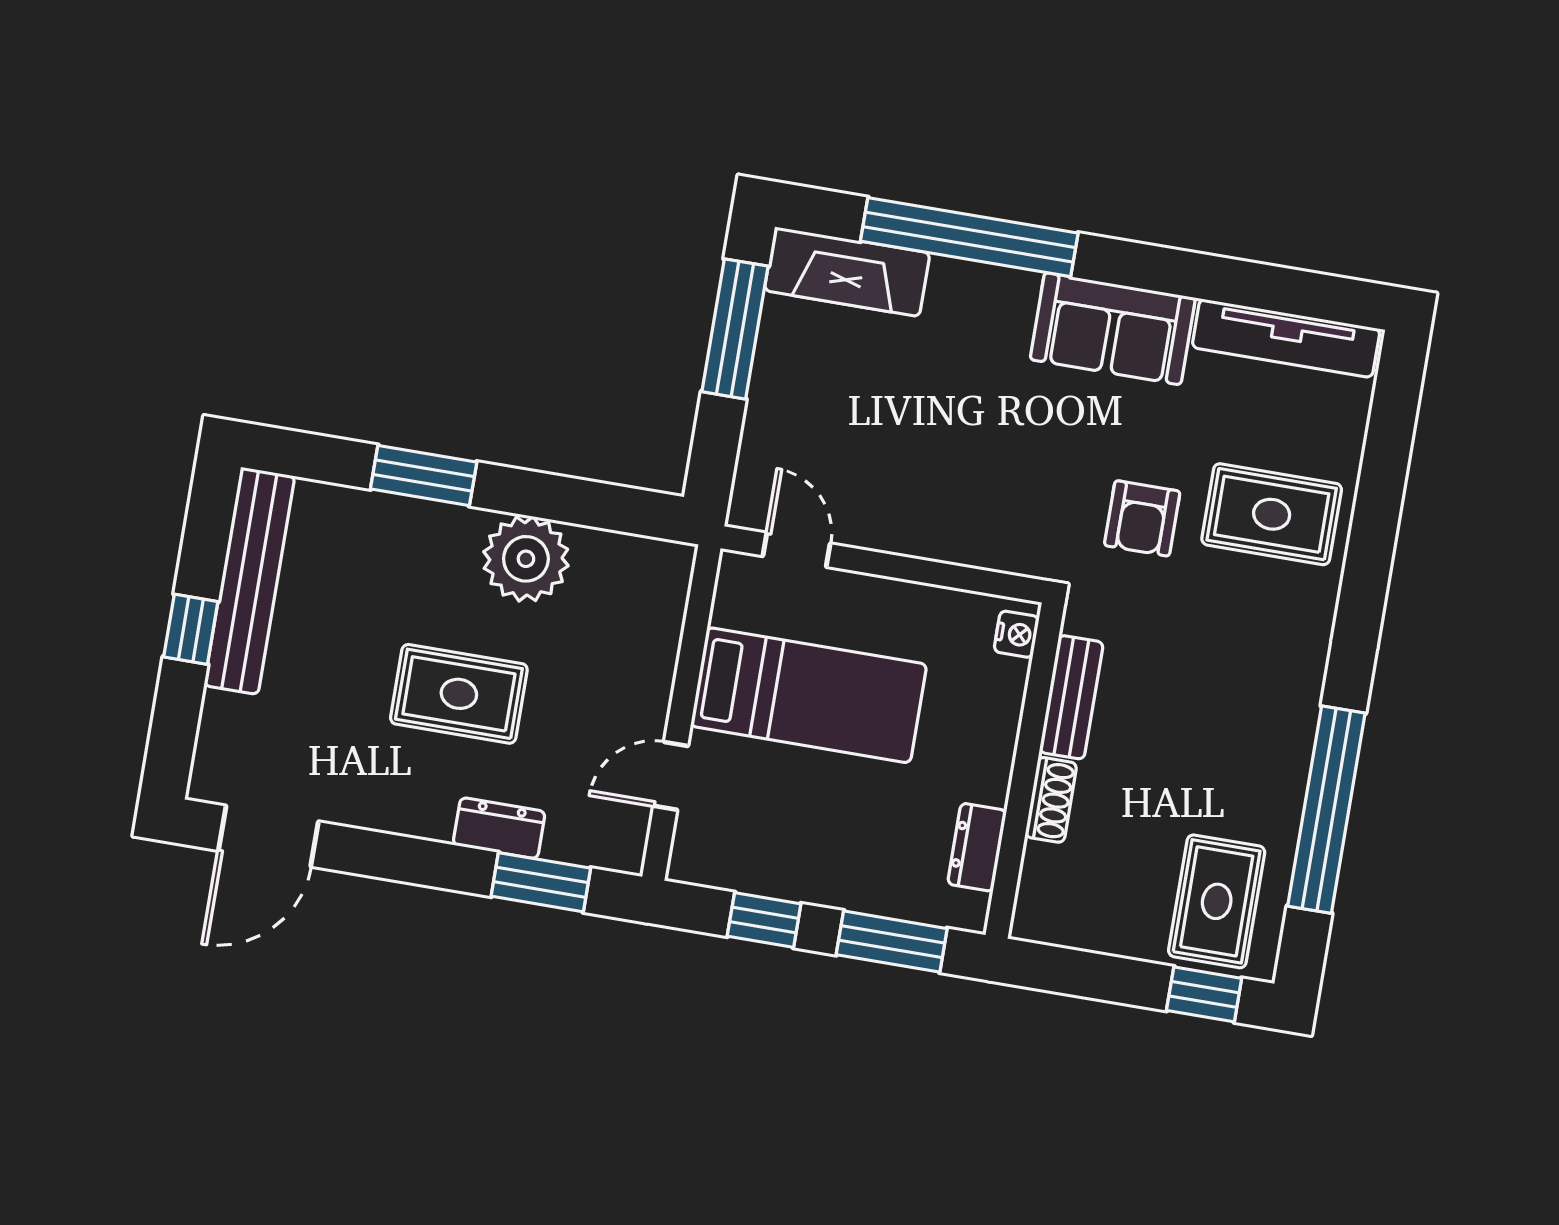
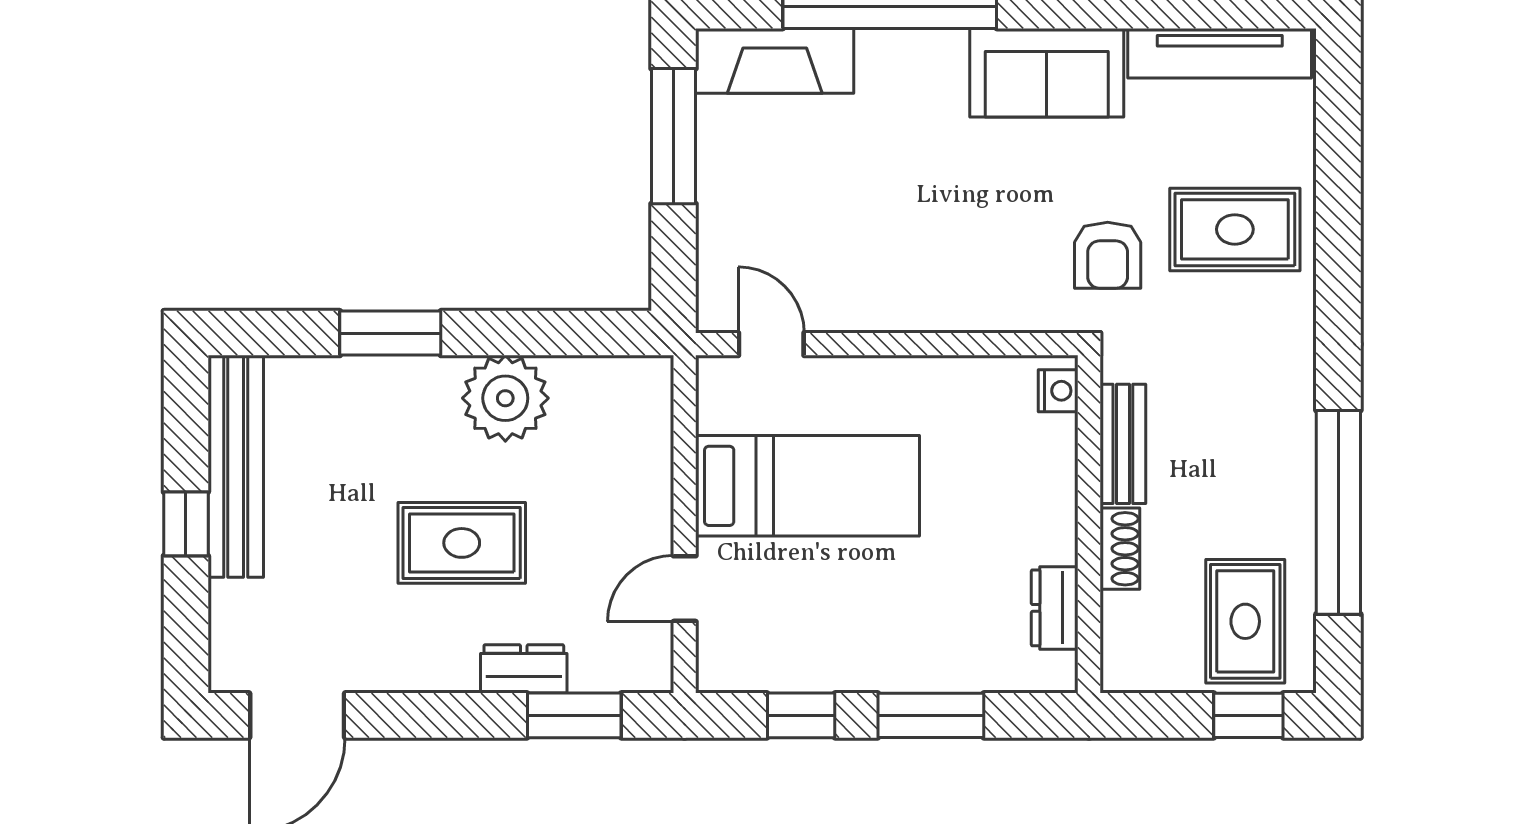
nightstand: (1016, 634) -> (1058, 391), moved
bench: (1071, 697) -> (1123, 444), moved
wall: (1025, 771) -> (1089, 524), moved
shoe rack: (1051, 800) -> (1120, 549), moved
dresser: (977, 847) -> (1055, 608), moved

